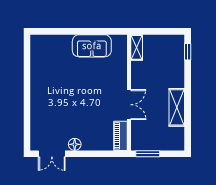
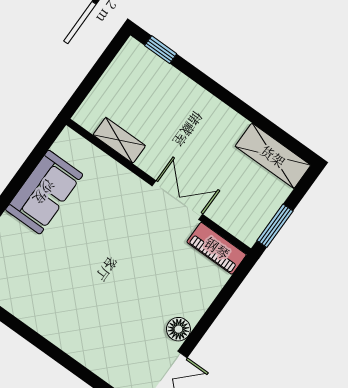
shelving: (137, 47) -> (119, 140), moved
shelving: (177, 107) -> (273, 156), moved

